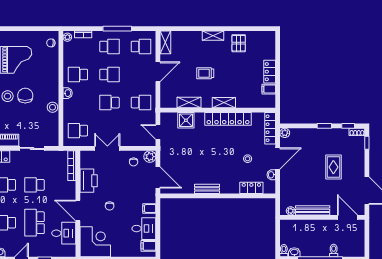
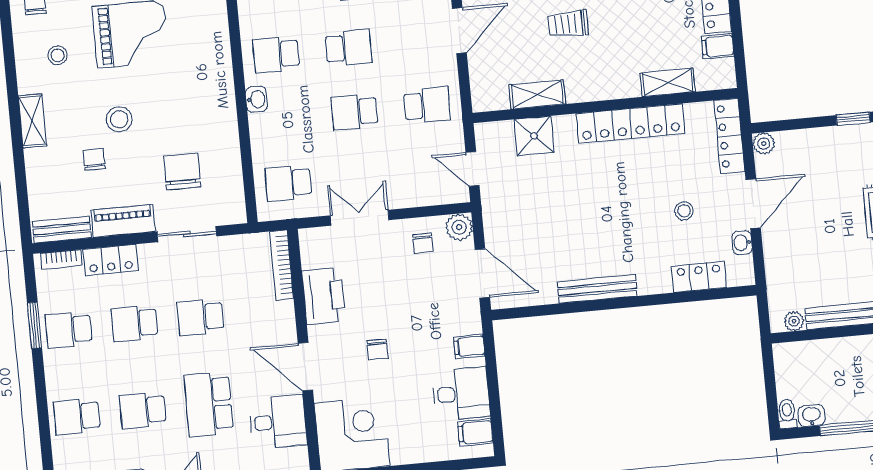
chair: (25, 96) -> (182, 172), moved
shelving: (224, 103) -> (668, 82), moved
stool: (53, 107) -> (225, 135), removed
bench: (207, 189) -> (597, 289), width x1.36

